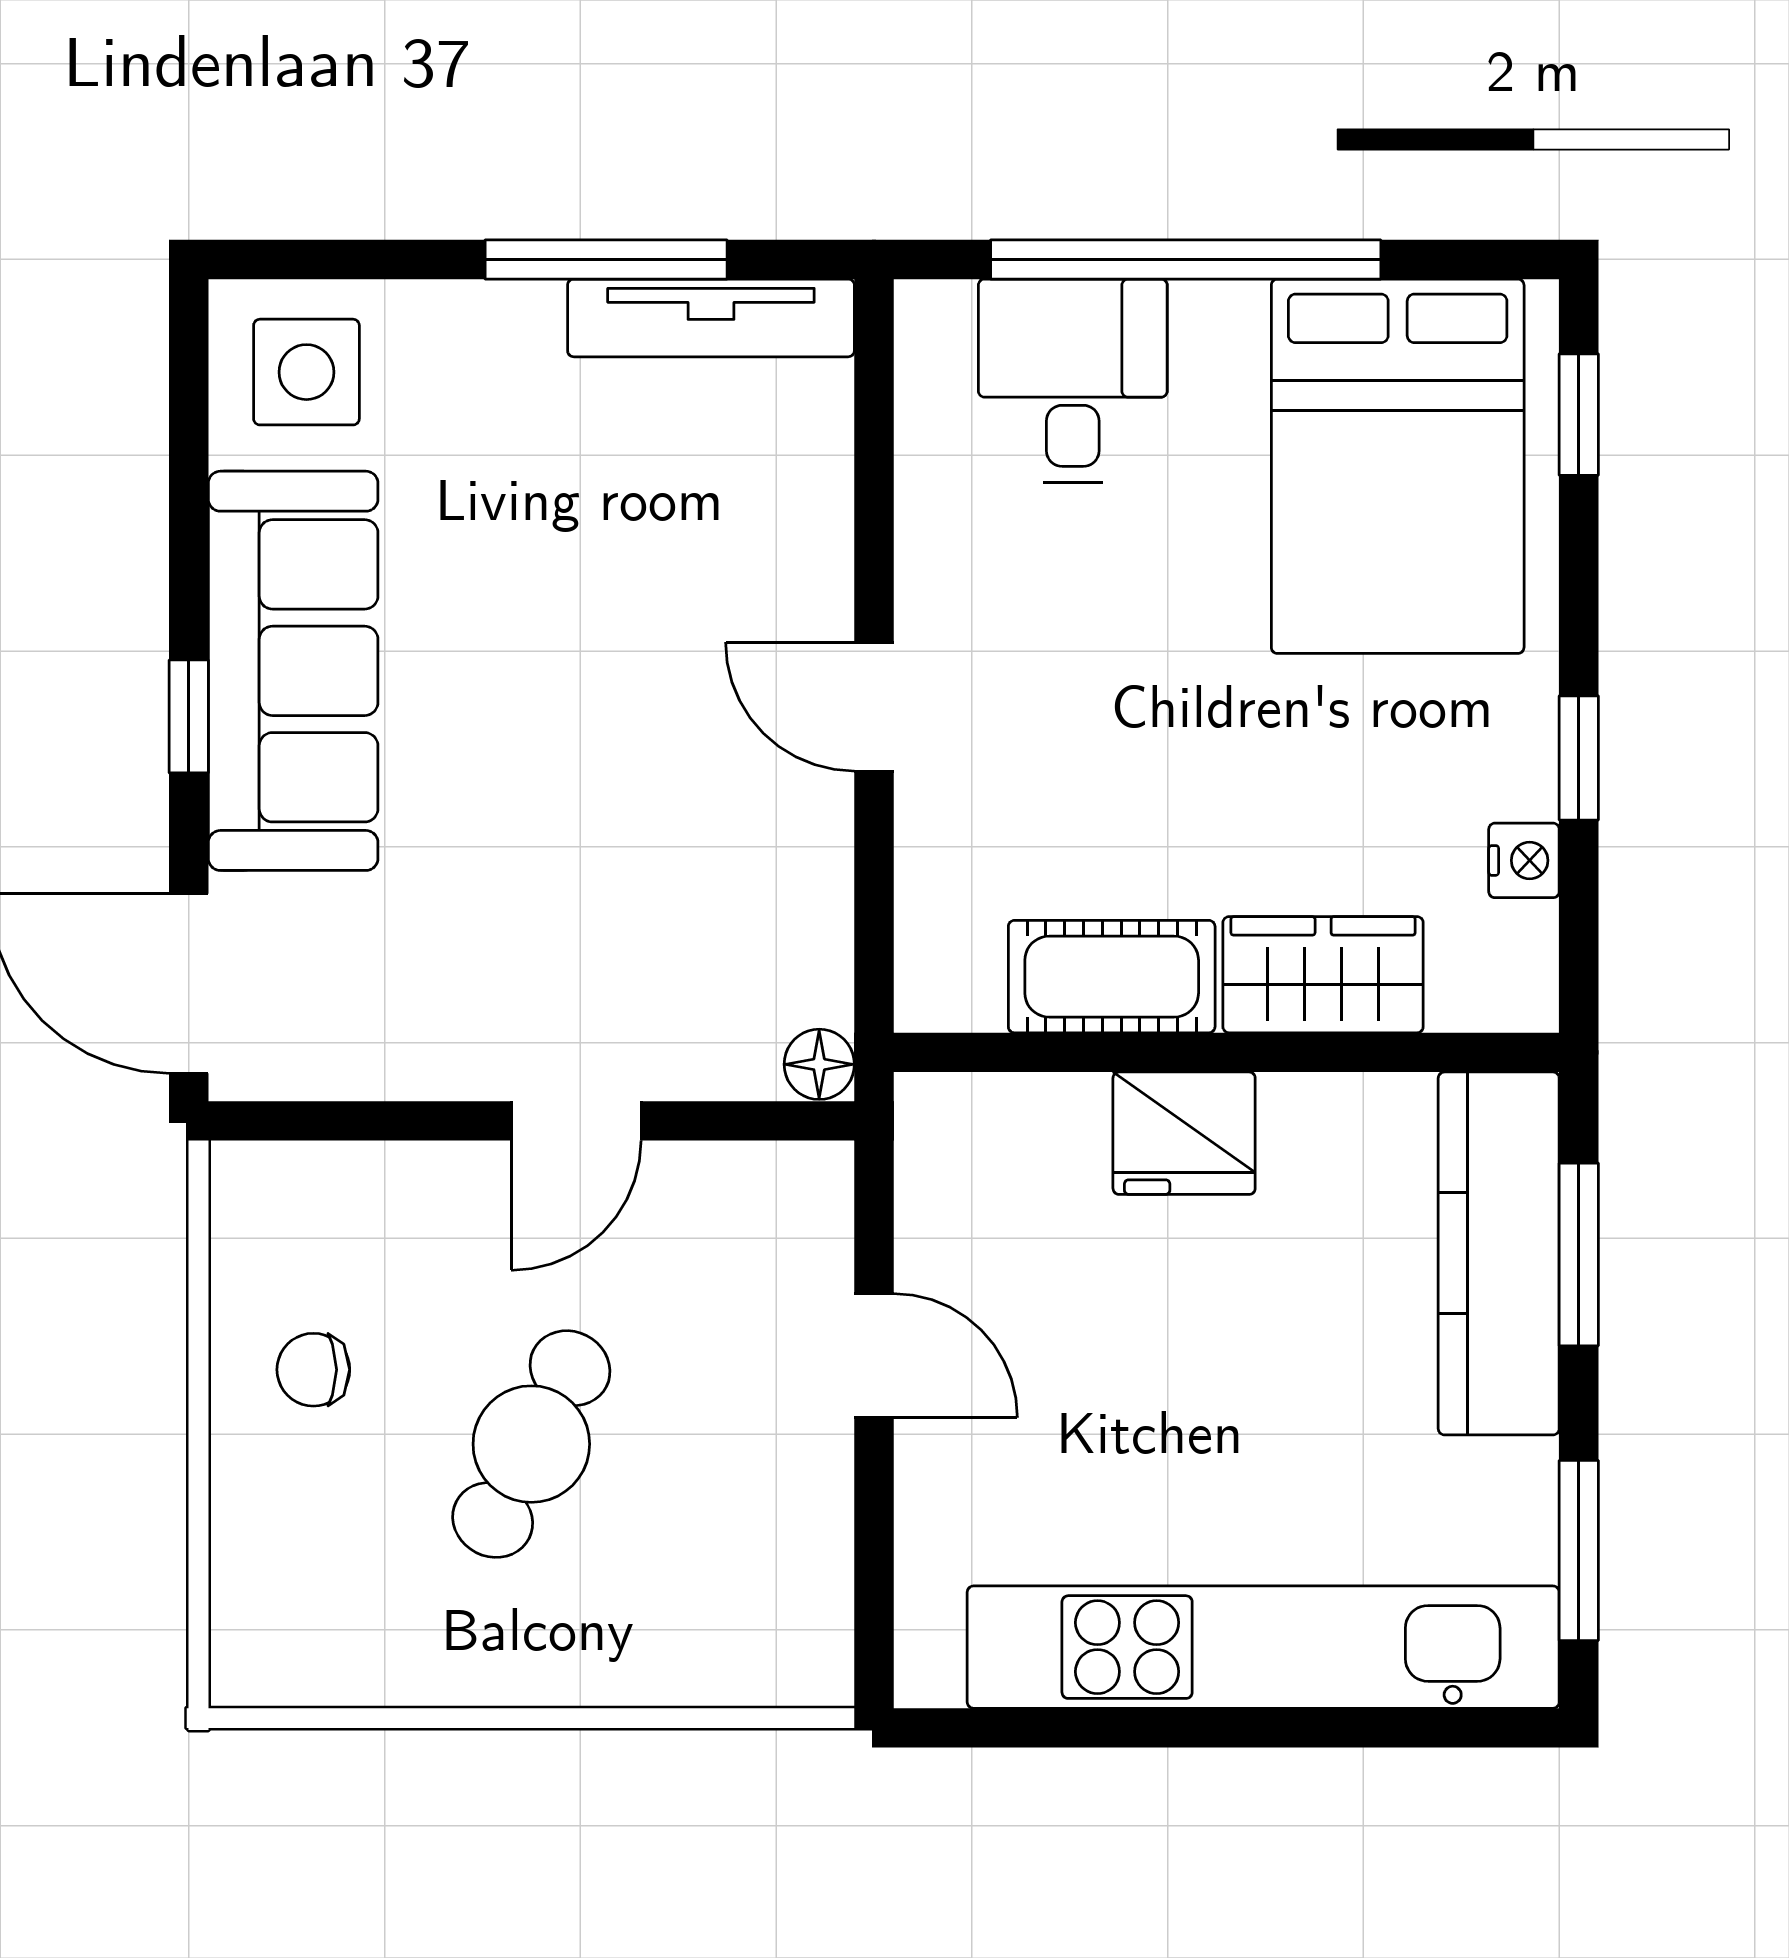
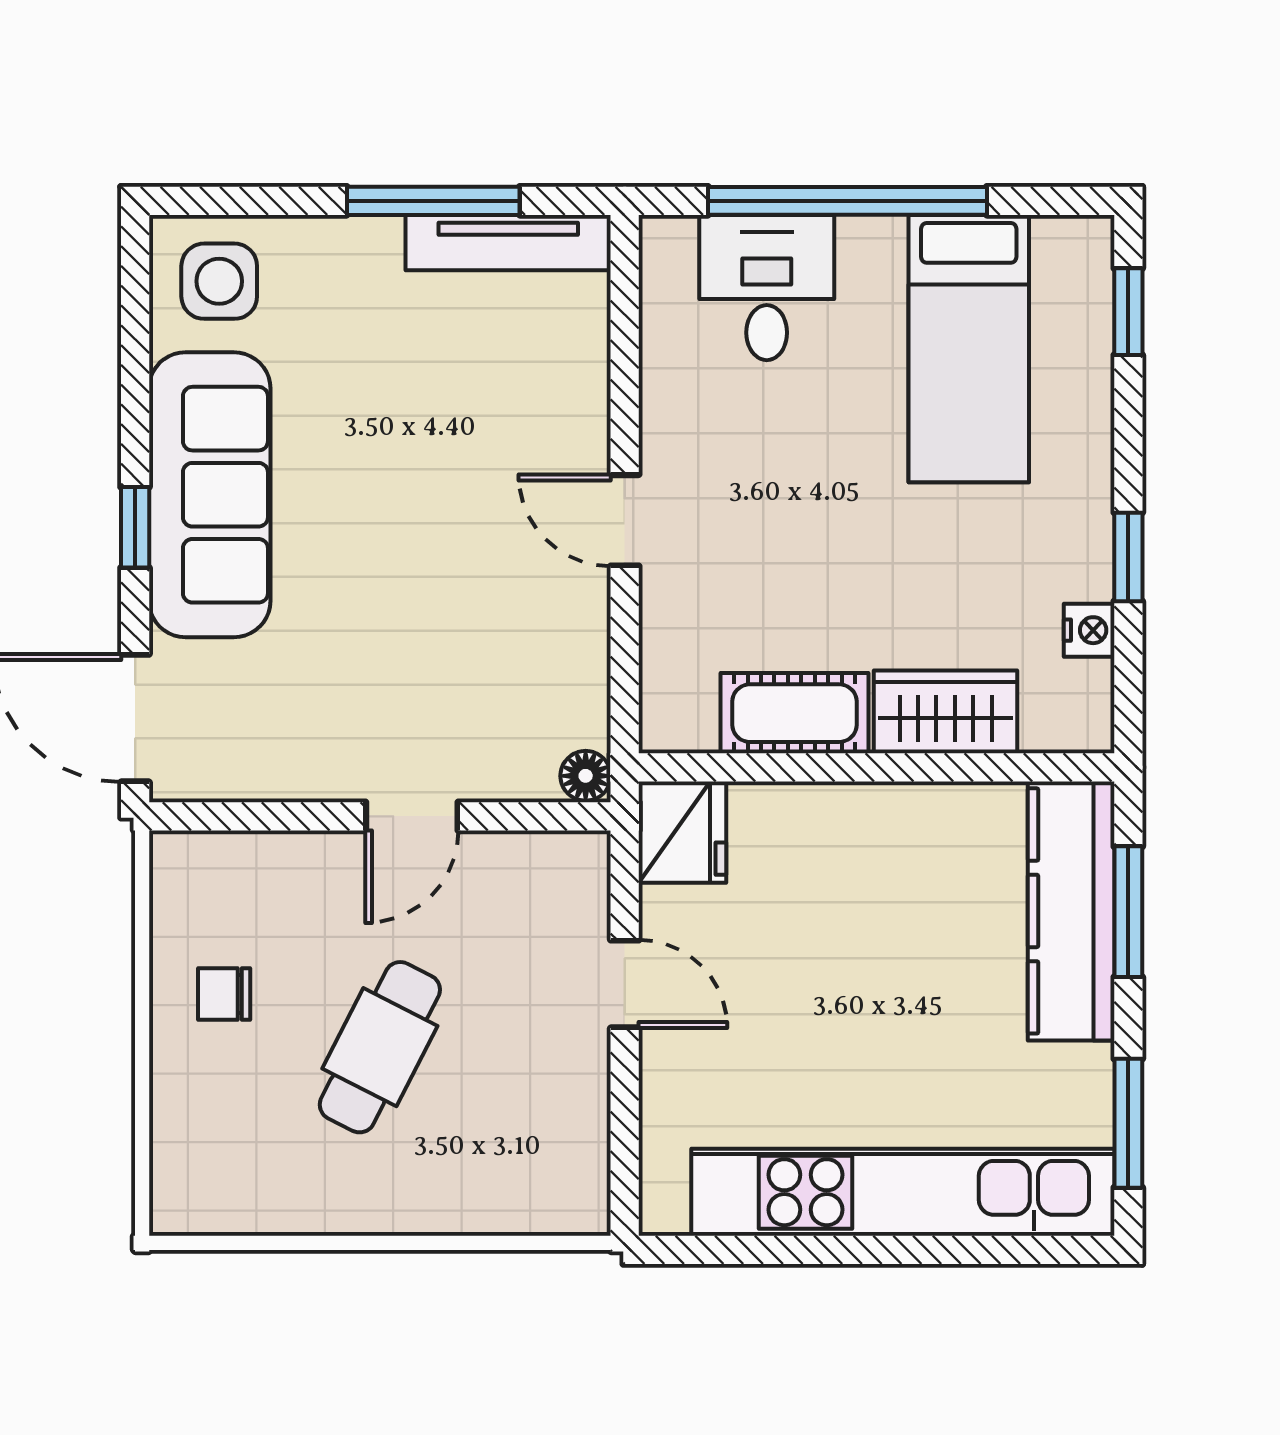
bed: (1398, 466) -> (969, 349), width x0.67
fridge: (1184, 1133) -> (682, 832), moved, turned -90

